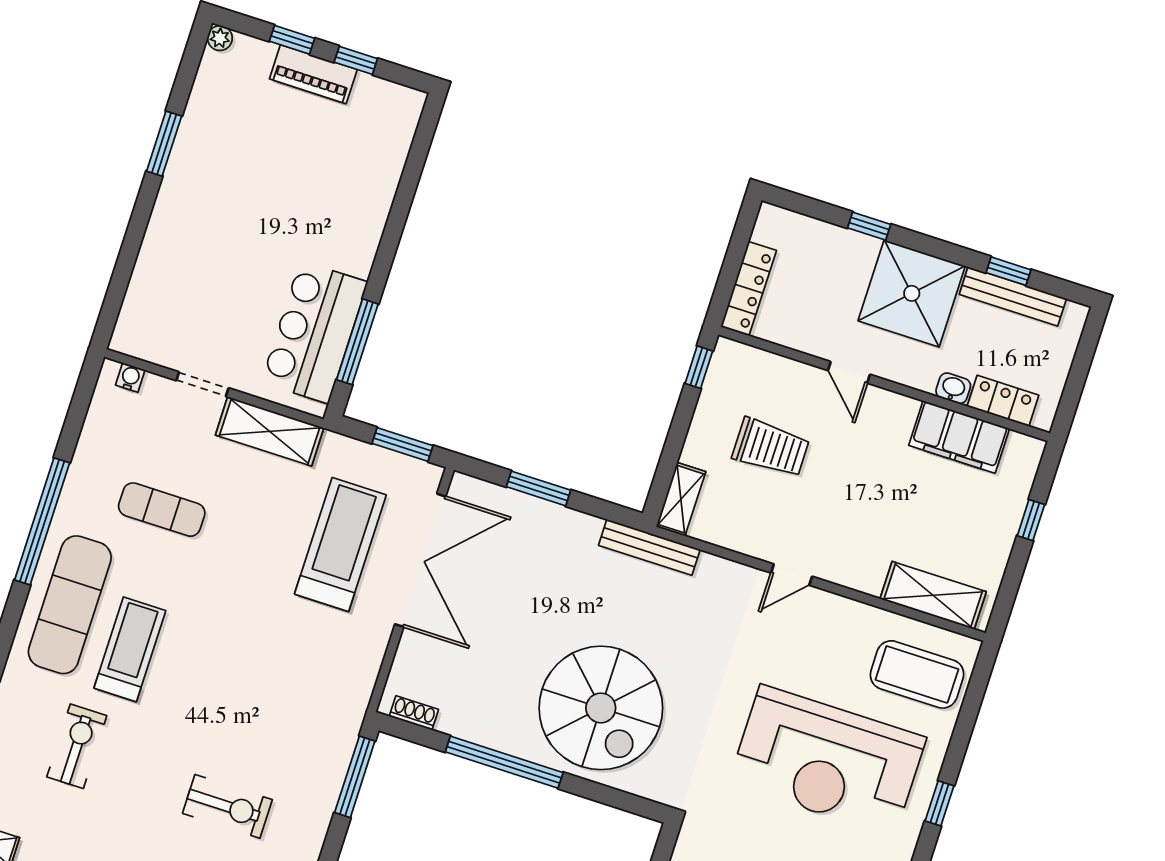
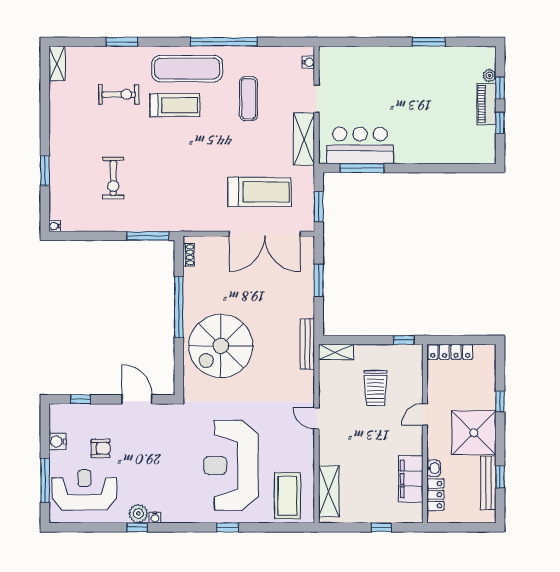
plant: (220, 38) -> (489, 75), moved

